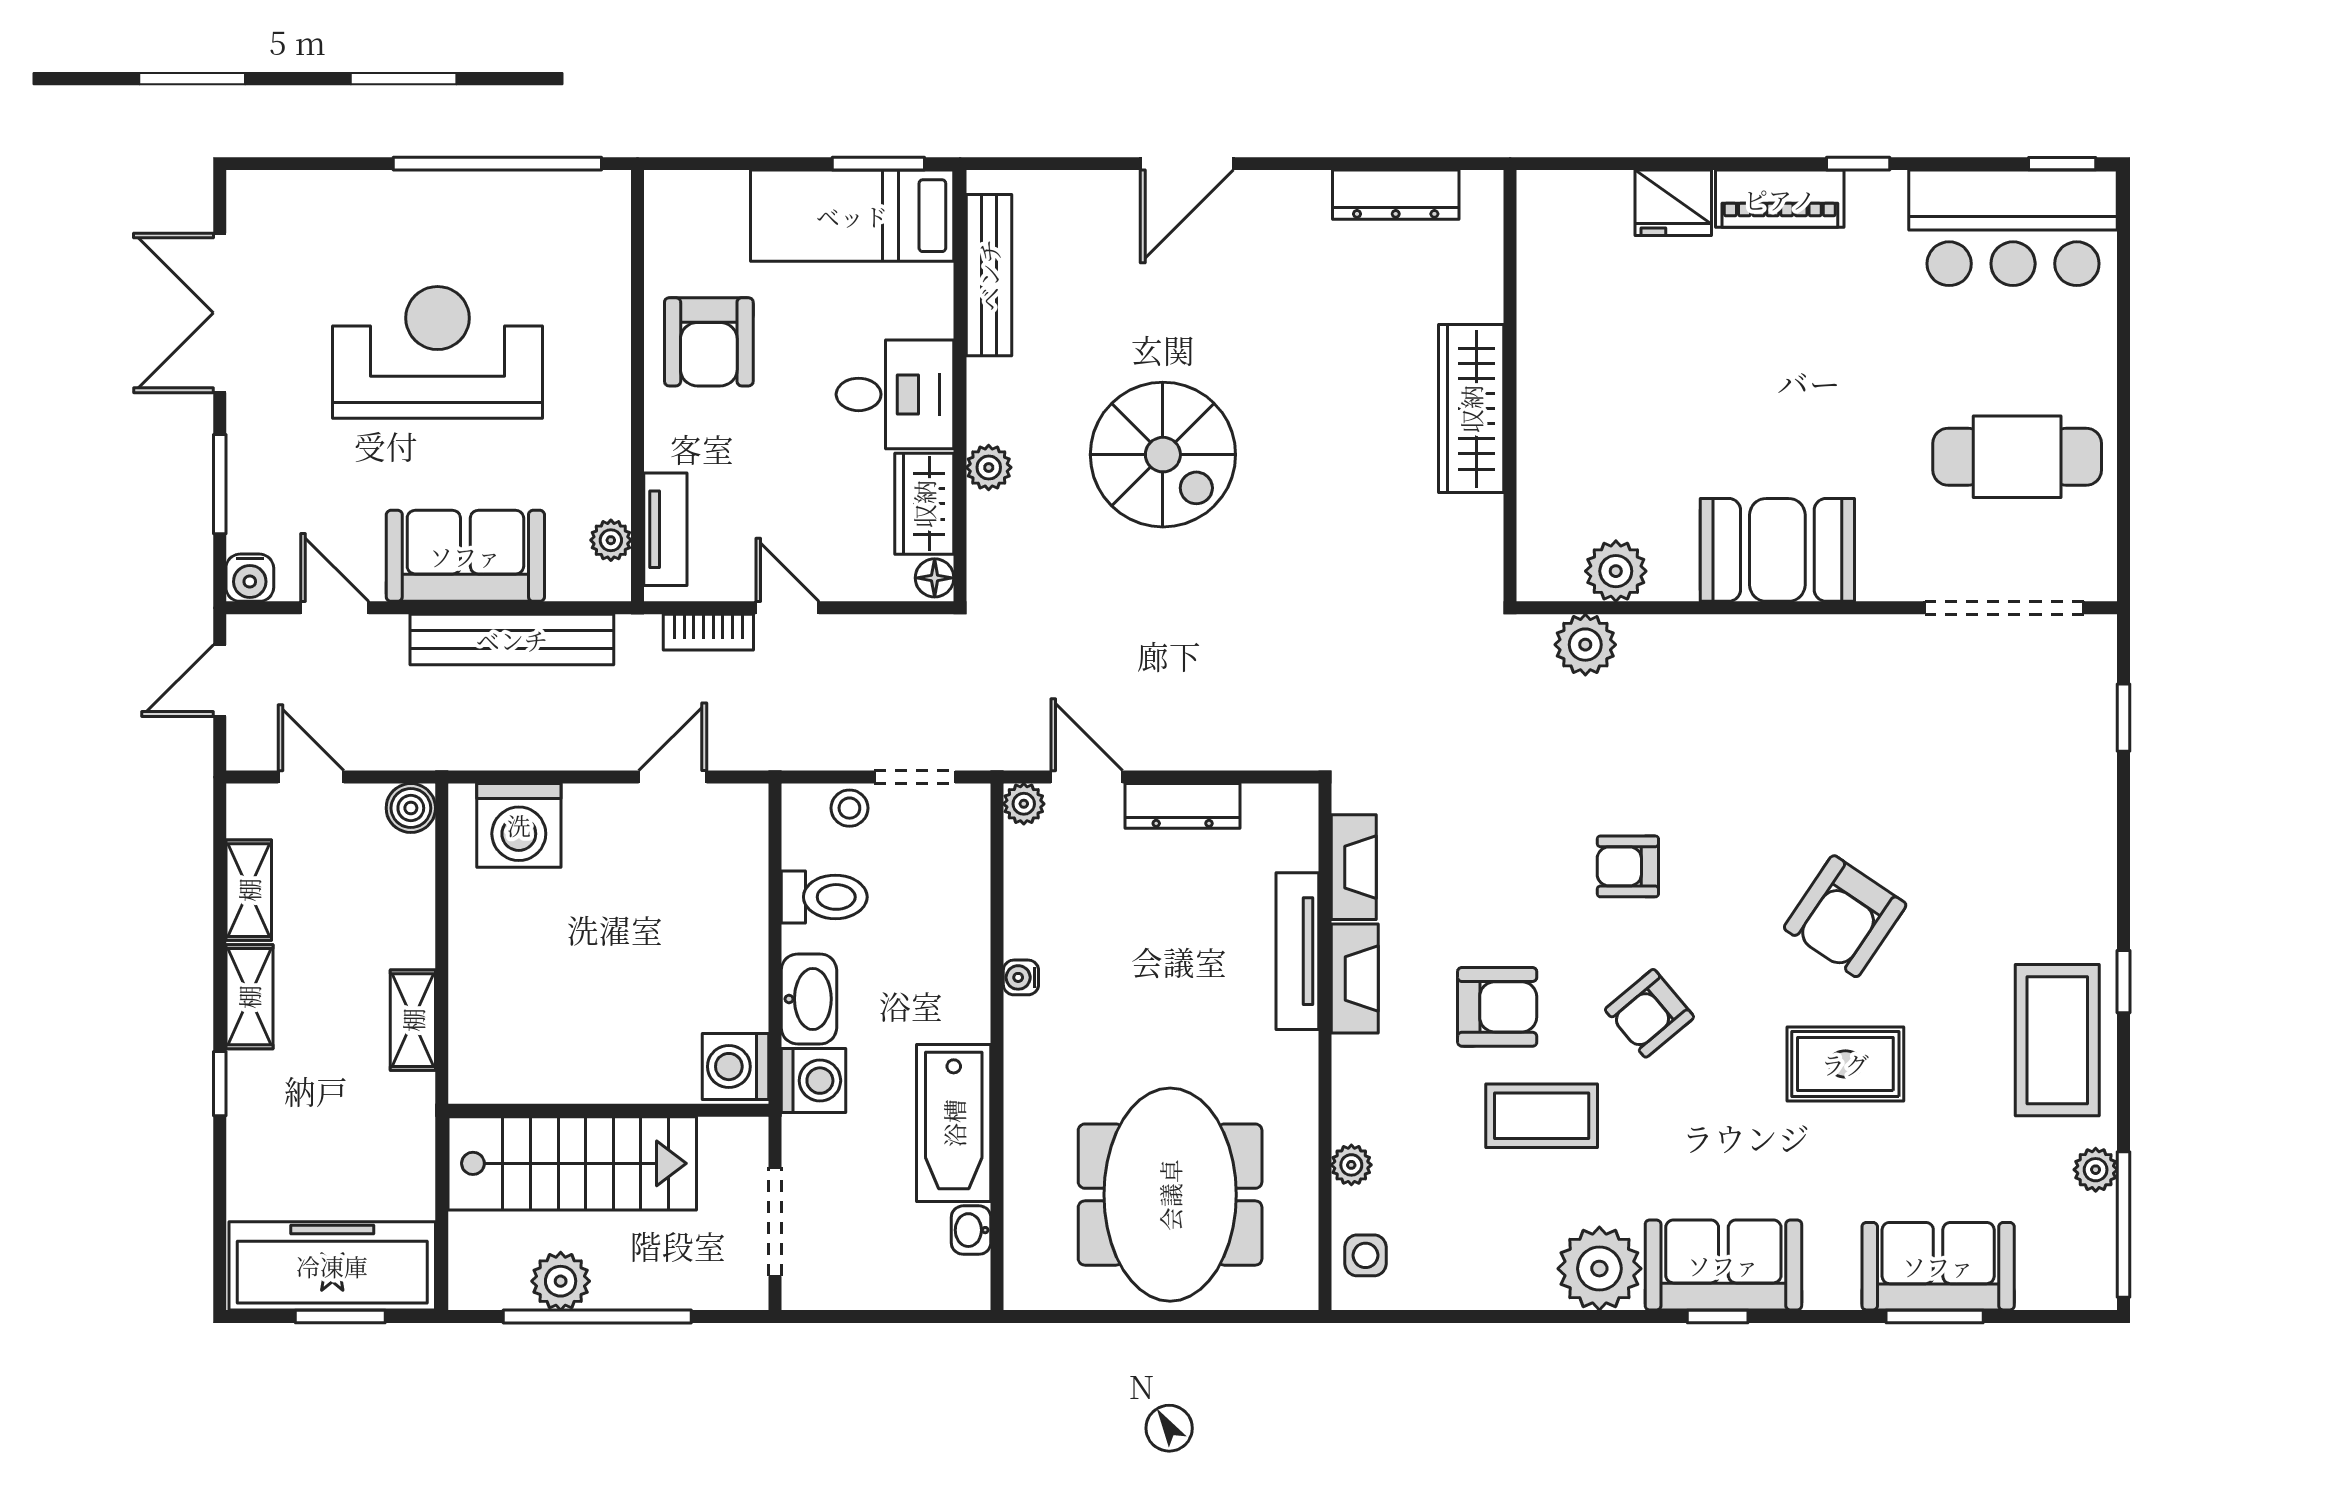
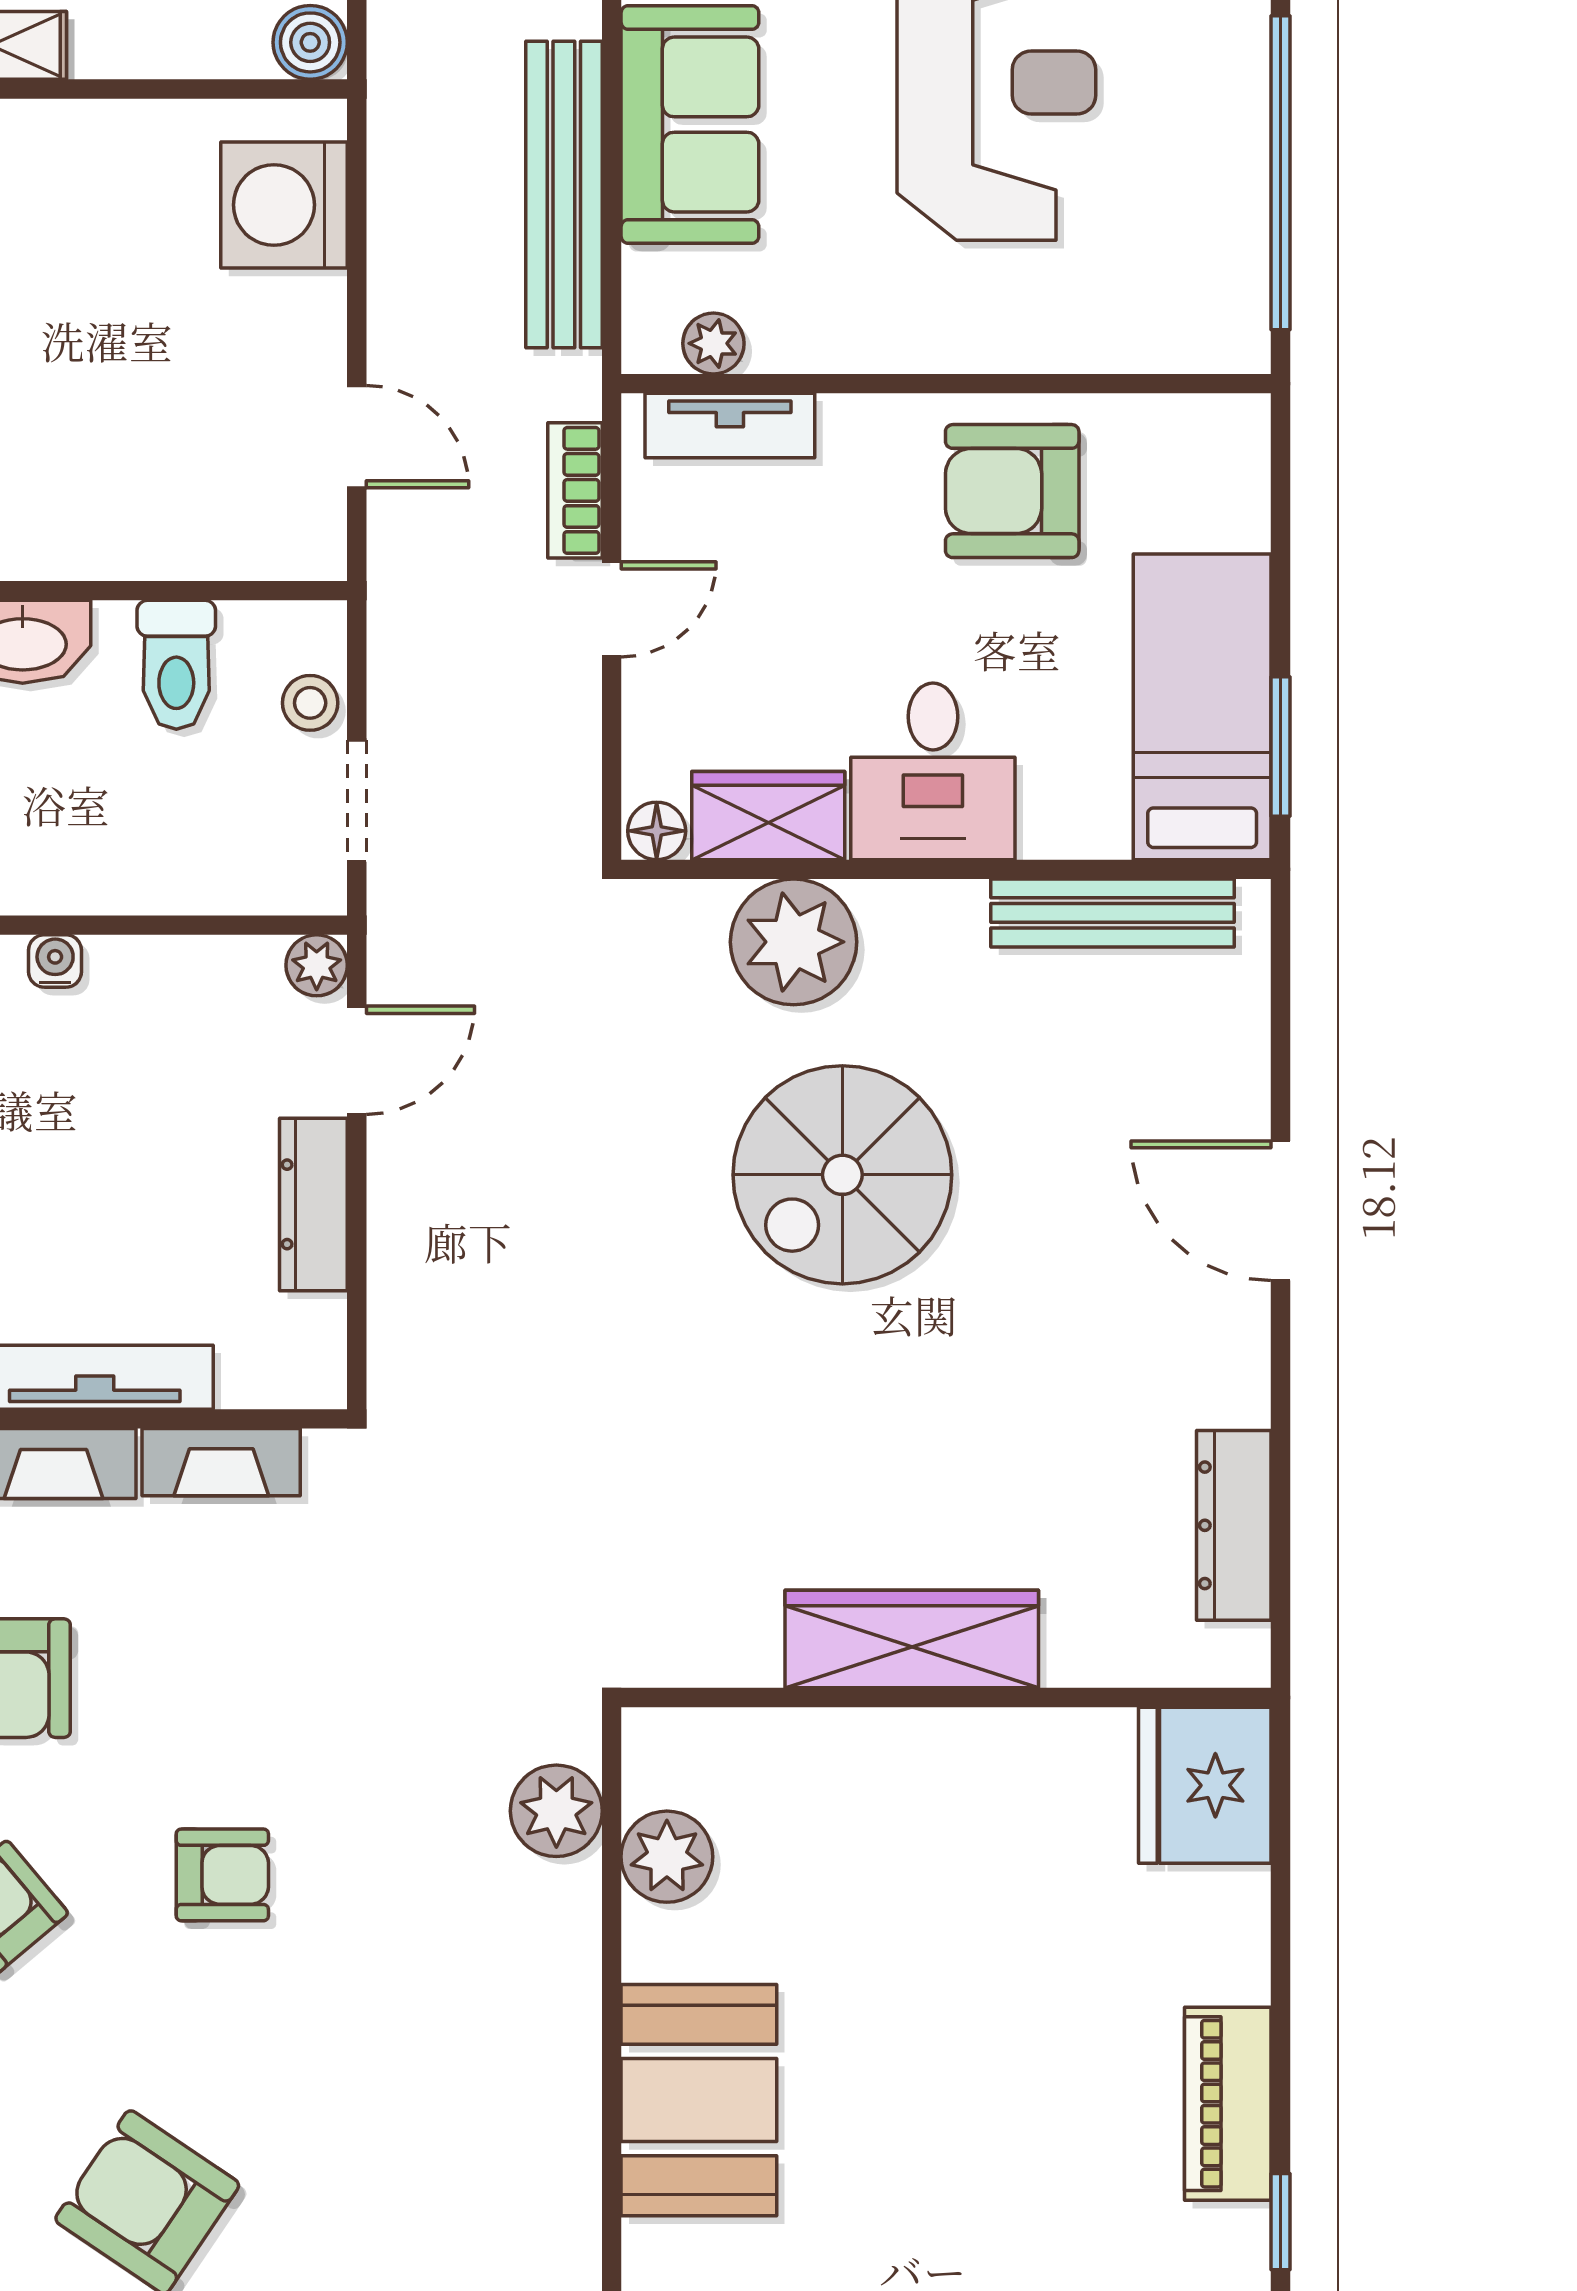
fridge: (1673, 203) -> (1205, 1785), moved, width x1.36, depth x1.34
plant: (989, 467) -> (794, 942), width x1.87, depth x1.87
armchair: (1628, 866) -> (222, 1875), turned 90

